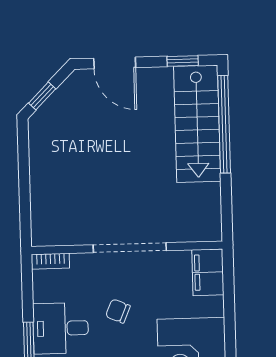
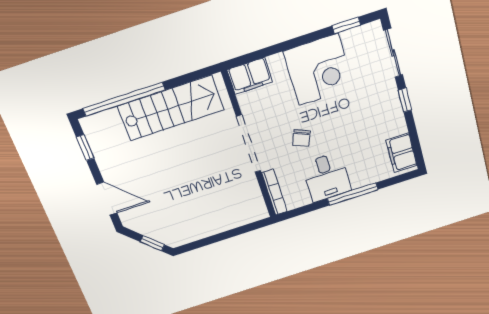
door: (115, 63) -> (107, 199), hinge flipped
stairs: (197, 124) -> (171, 108), moved
bookcase: (50, 261) -> (274, 192), width x1.56

